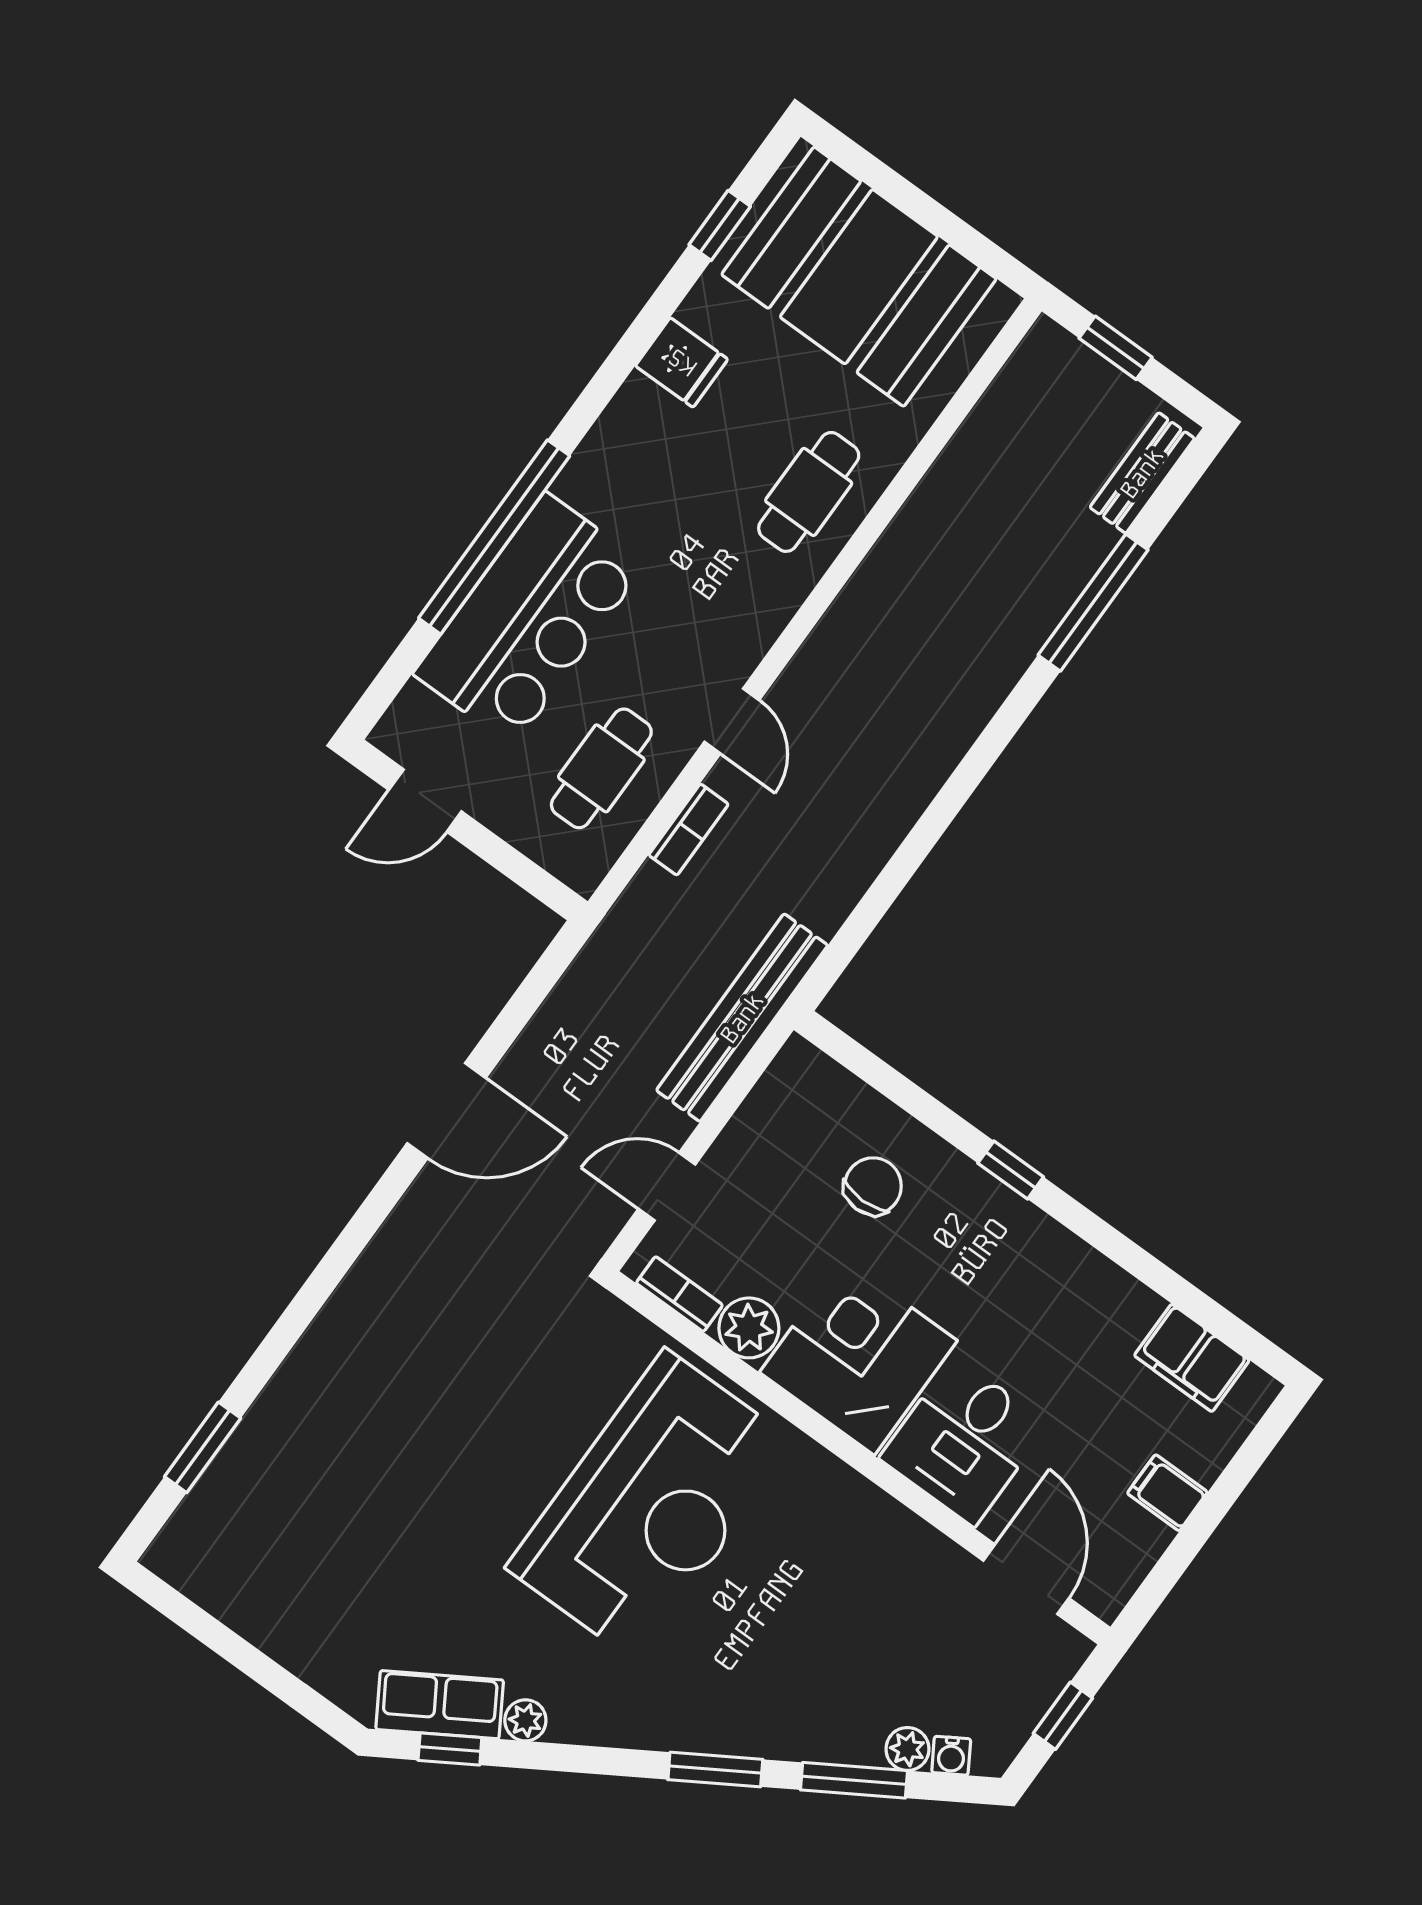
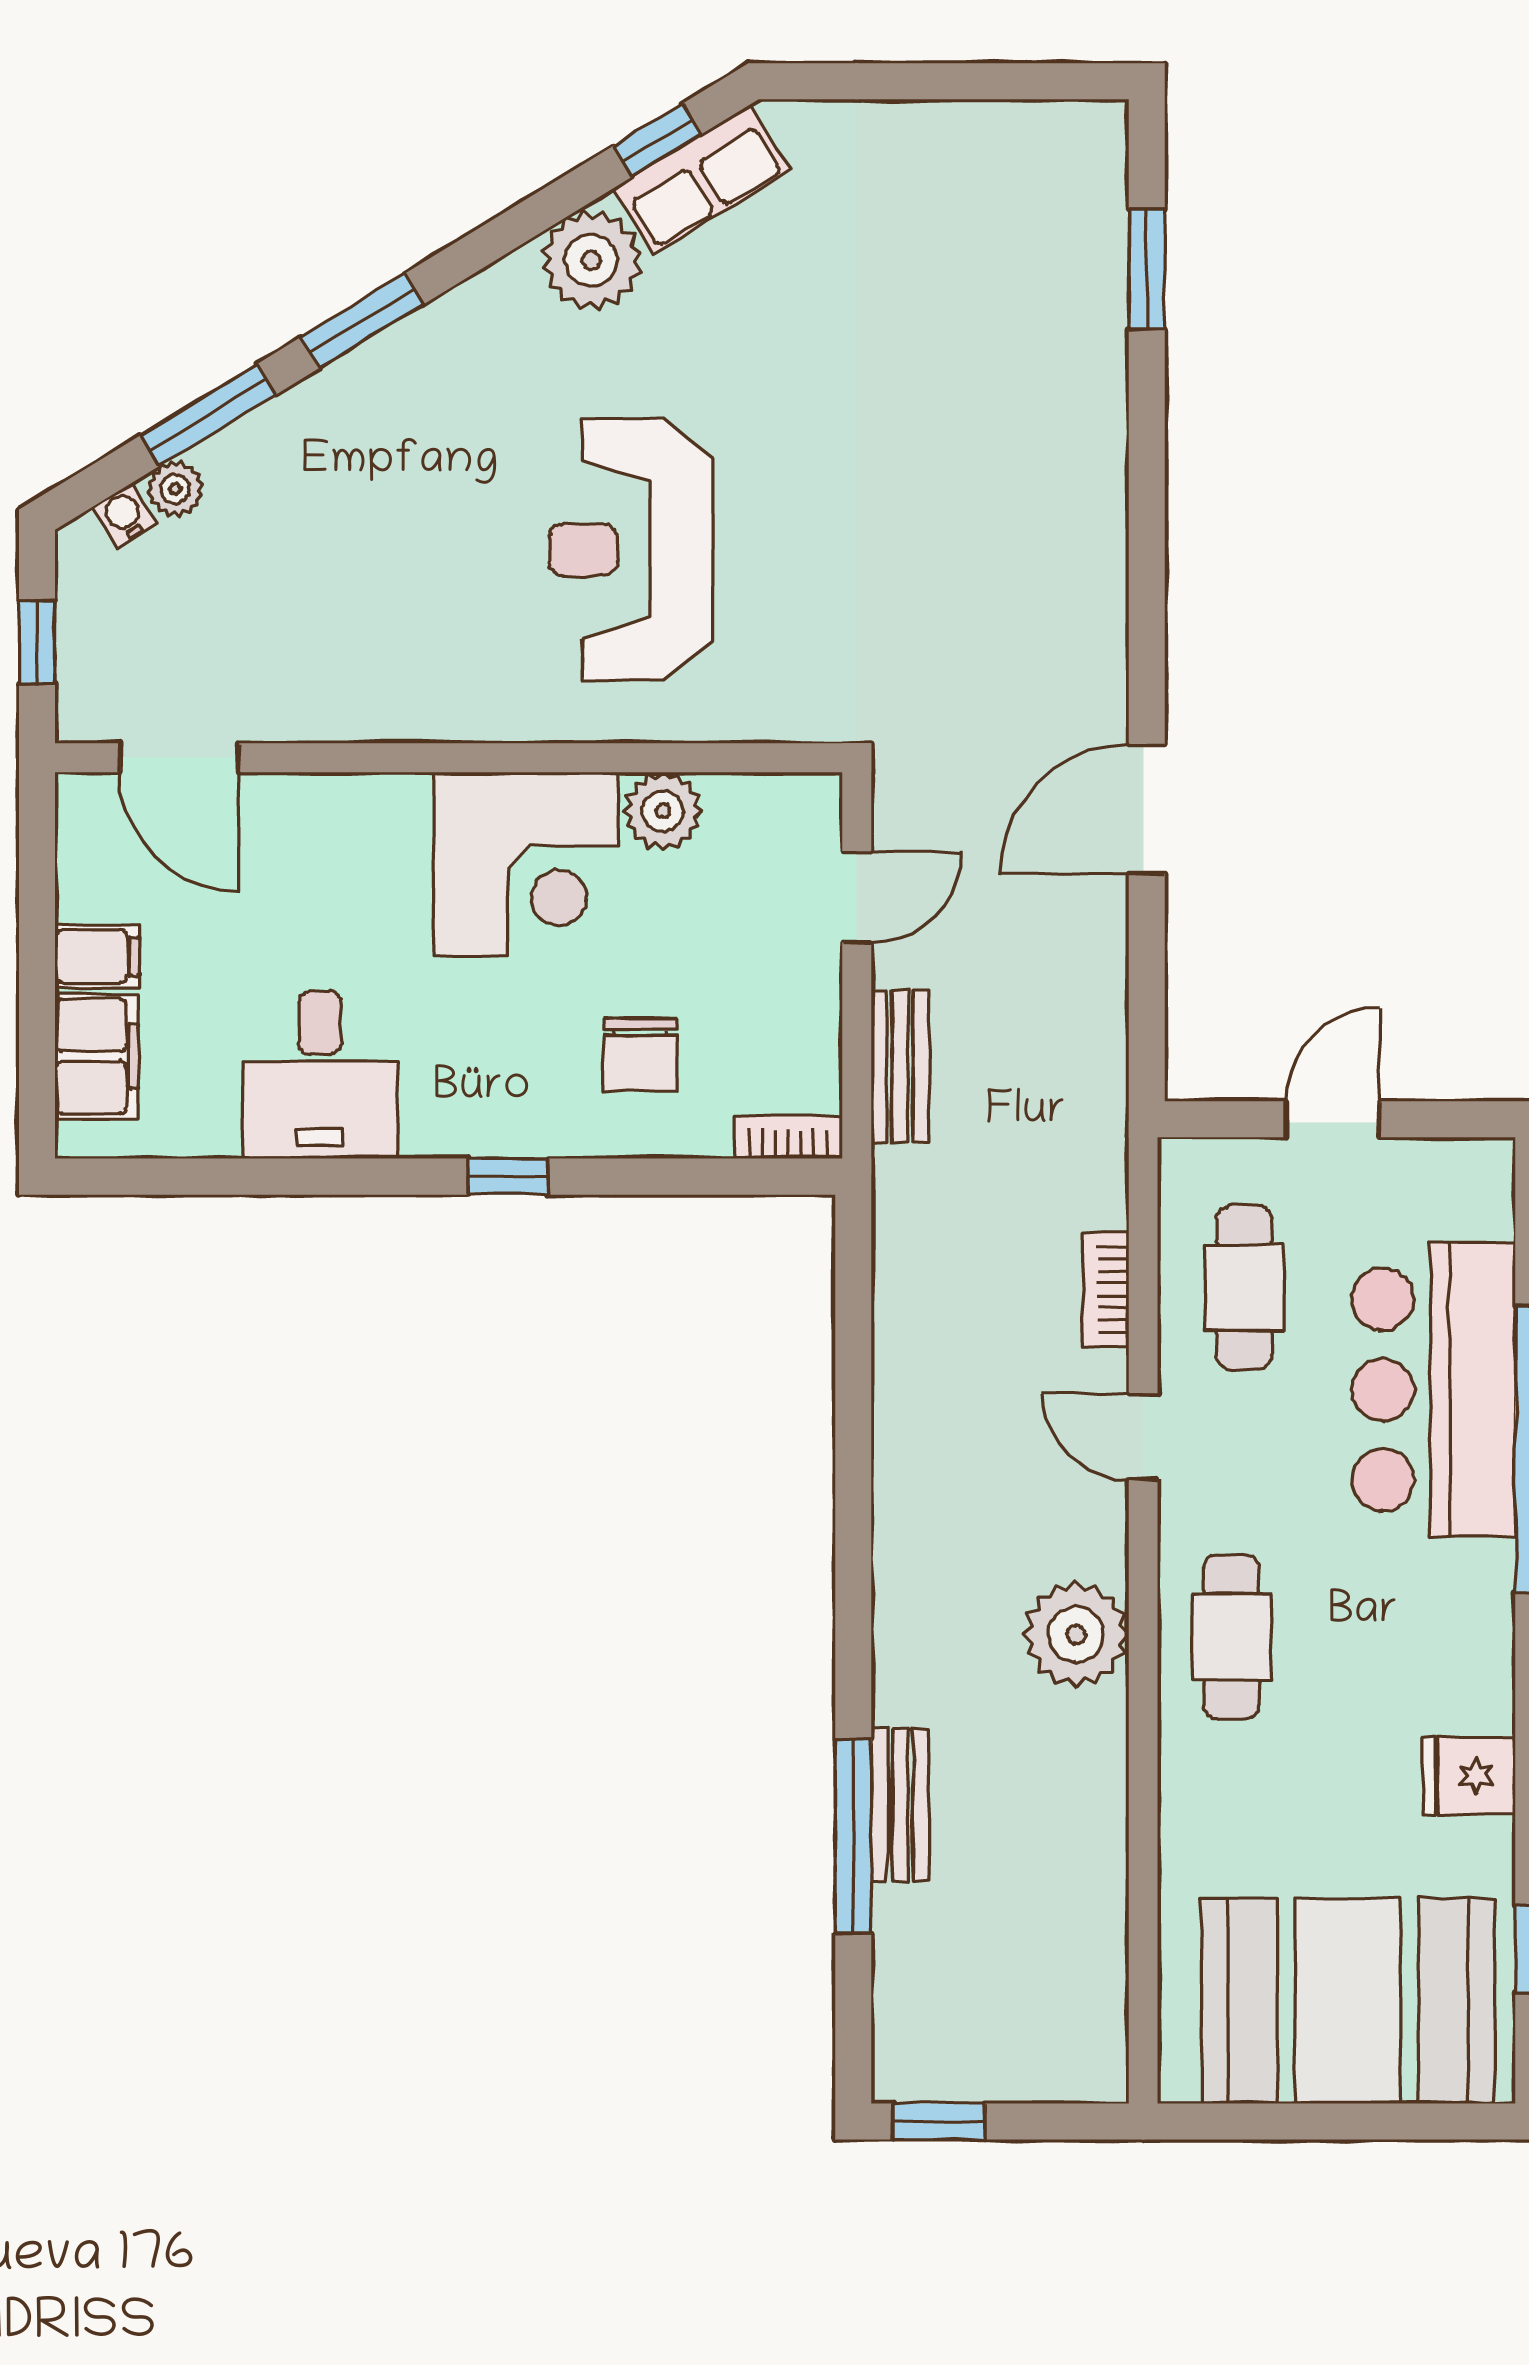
window: (1116, 348) -> (939, 2122), moved
bench: (1142, 473) -> (900, 1805), moved
cafe table: (809, 492) -> (1231, 1637), moved
plant: (863, 628) -> (1076, 1634), added
door: (425, 801) -> (1333, 1119), moved
bench: (742, 1018) -> (900, 1067), width x0.54, depth x0.82
bookcase: (679, 1294) -> (788, 1137), moved, turned 180
filing cabinet: (1192, 1358) -> (97, 1056), moved, turned 90
desk: (964, 1441) -> (320, 1075), moved, turned 180
reception desk: (651, 1505) -> (631, 550), width x0.74, depth x0.77
plant: (525, 1720) -> (591, 260), width x1.87, depth x1.87

